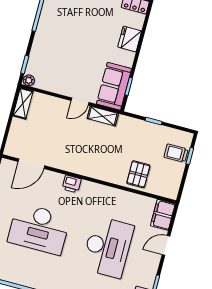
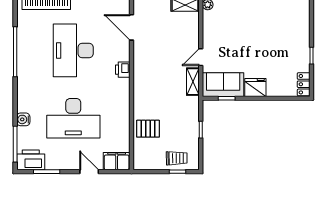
fridge: (130, 39) -> (255, 88), moved
door: (80, 101) -> (201, 57), hinge flipped
trolley: (176, 153) -> (177, 158), turned 89

